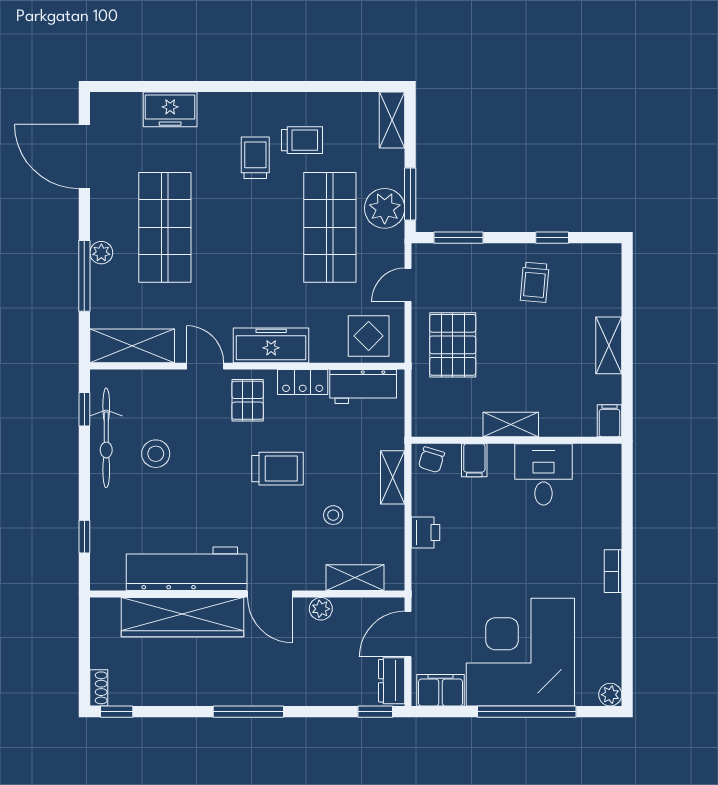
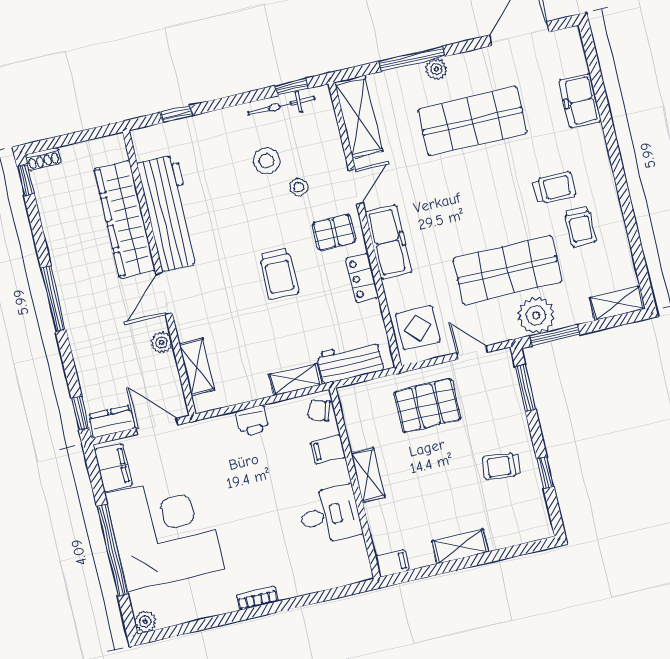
workbench: (363, 387) -> (350, 362), moved, turned 90
bicycle: (106, 438) -> (281, 106), width x0.73, depth x0.71
stool: (333, 515) -> (299, 187), moved

